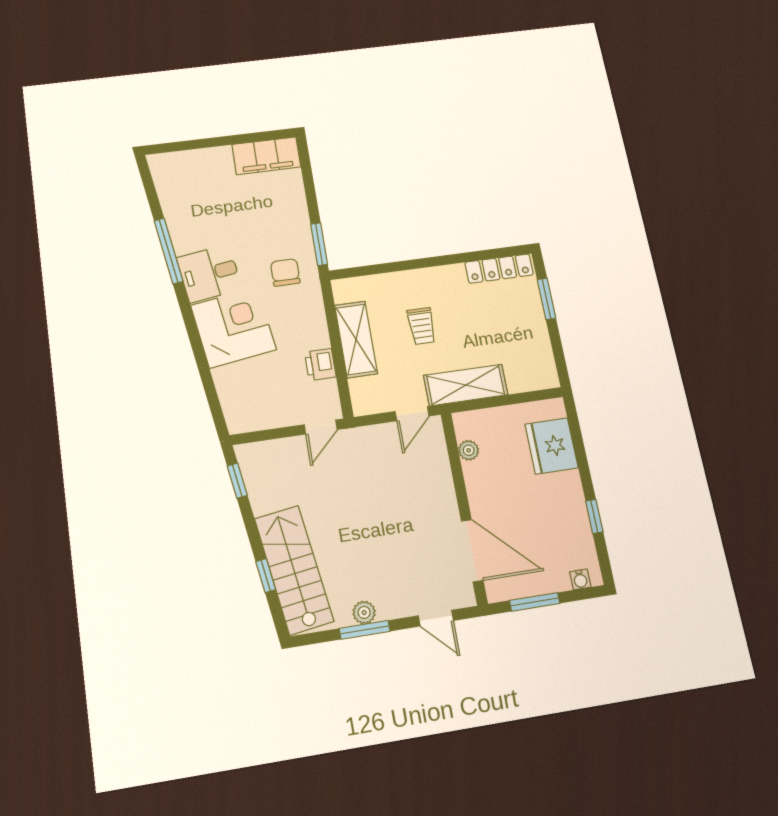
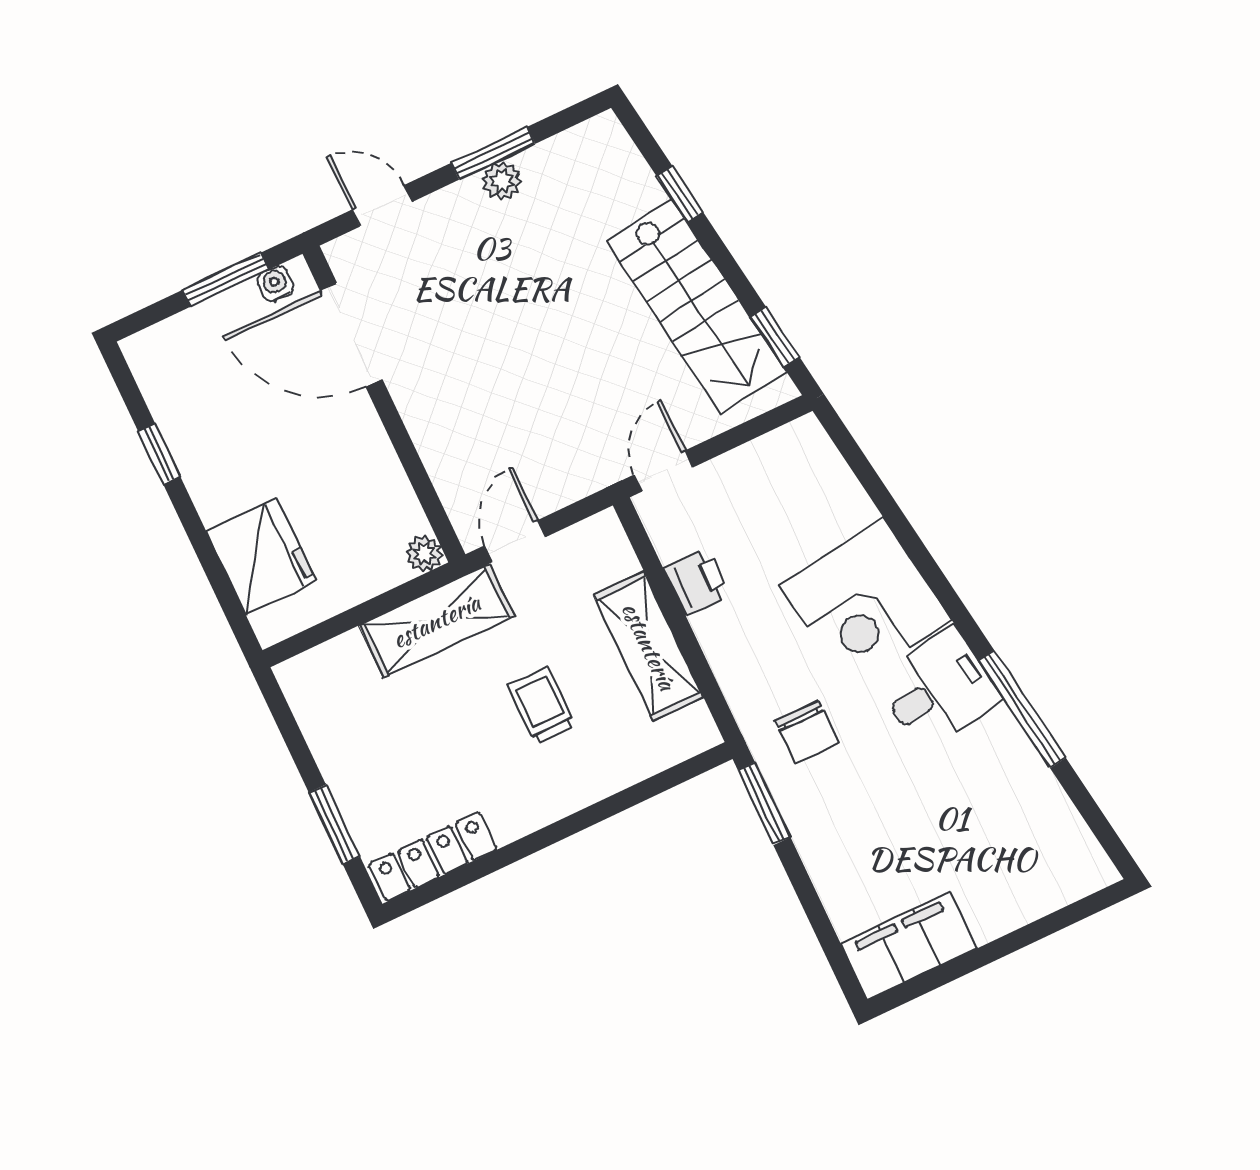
plant: (469, 450) -> (424, 554), moved
stairs: (294, 570) -> (696, 306), moved
water cooler: (580, 579) -> (276, 284), moved

